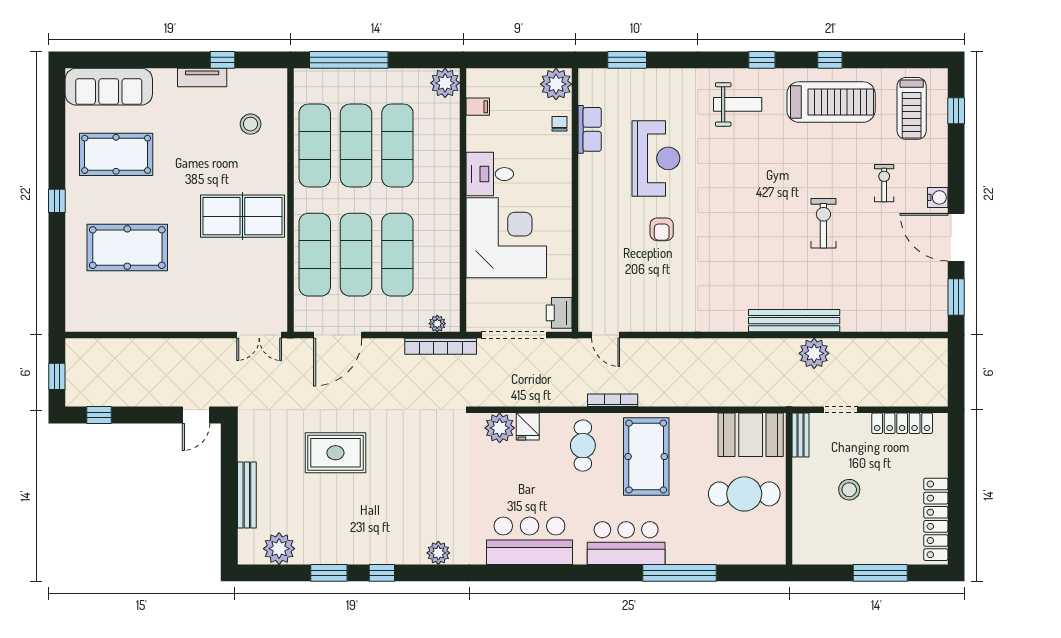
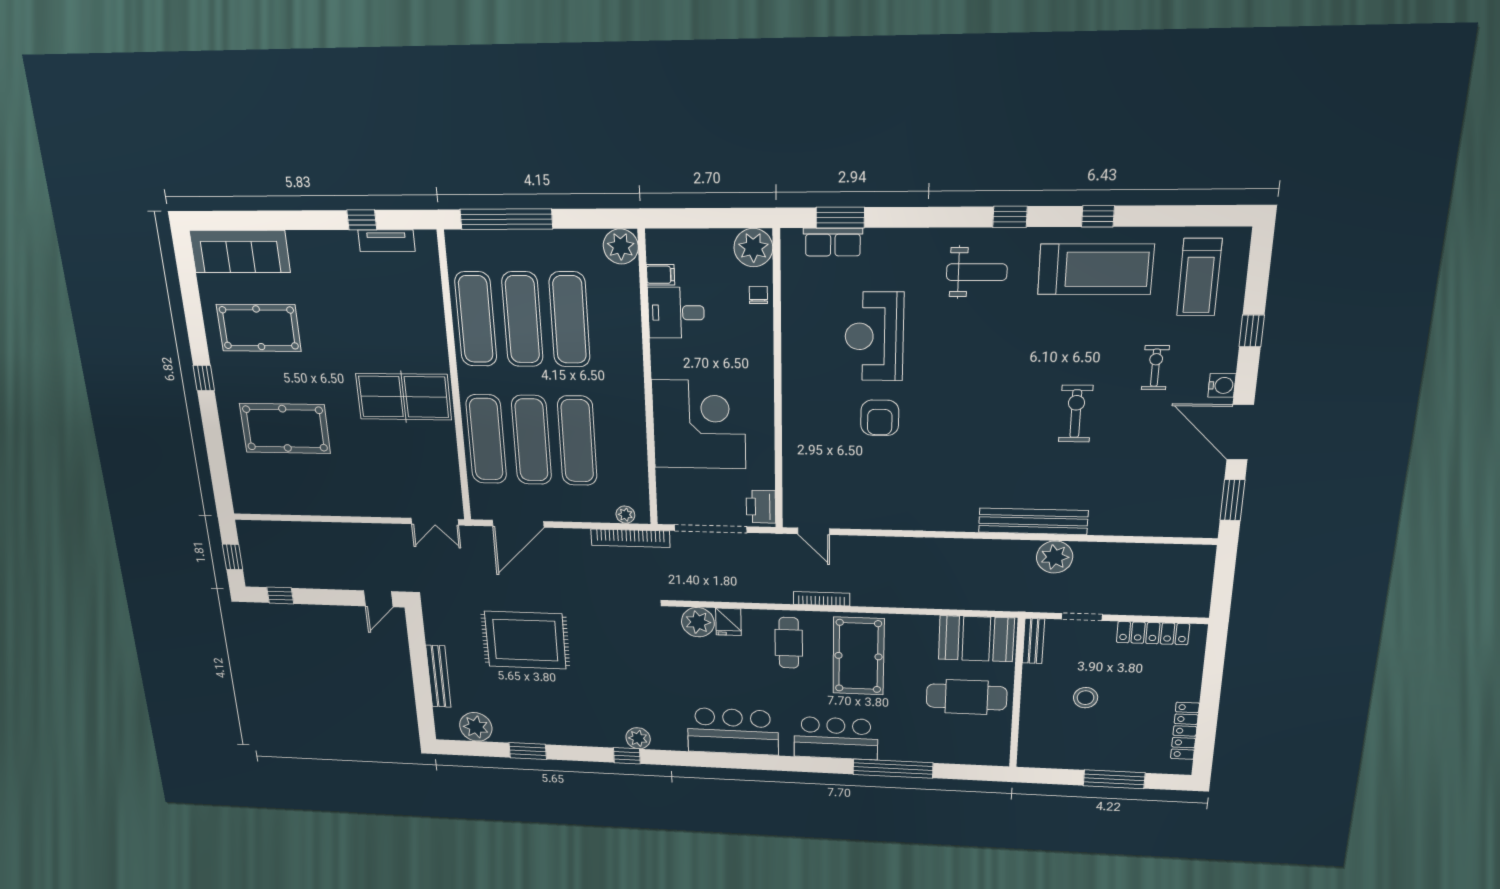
tv unit: (202, 78) -> (387, 241), moved
window: (956, 111) -> (1252, 331), moved
stool: (251, 124) -> (402, 294), removed
row of seats: (590, 129) -> (833, 242), moved, turned 90
reception desk: (656, 158) -> (874, 336), turned 180
desk: (490, 174) -> (676, 313), moved
armchair: (662, 229) -> (880, 418), width x1.38, depth x1.38
rug: (335, 453) -> (525, 640), width x1.37, depth x1.44
locker: (936, 519) -> (1185, 731), width x0.71, depth x0.83
window: (382, 573) -> (627, 756), moved

